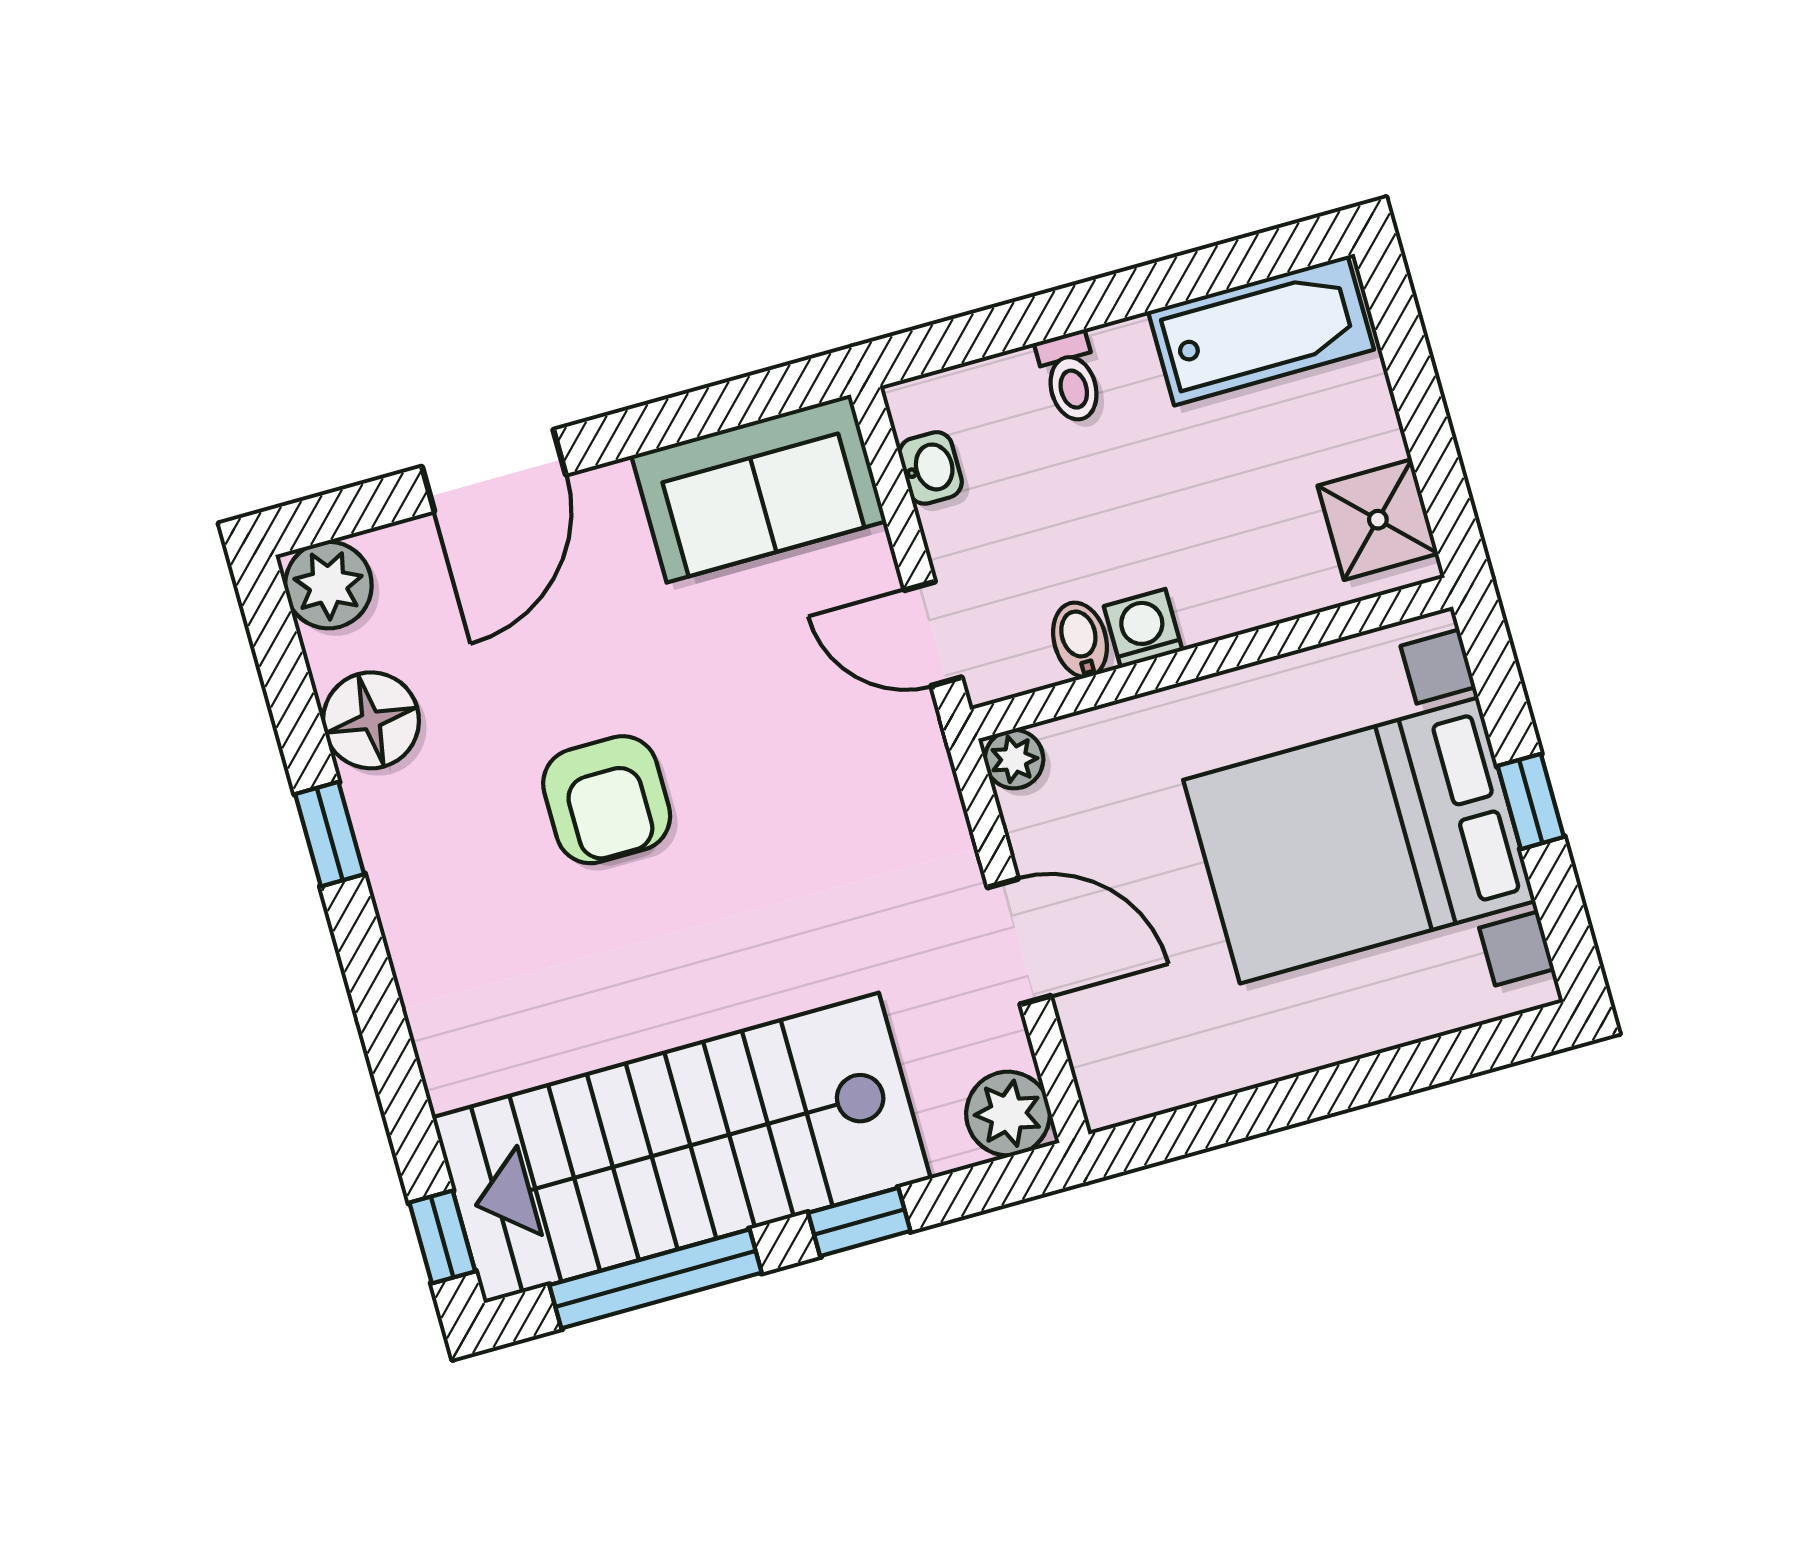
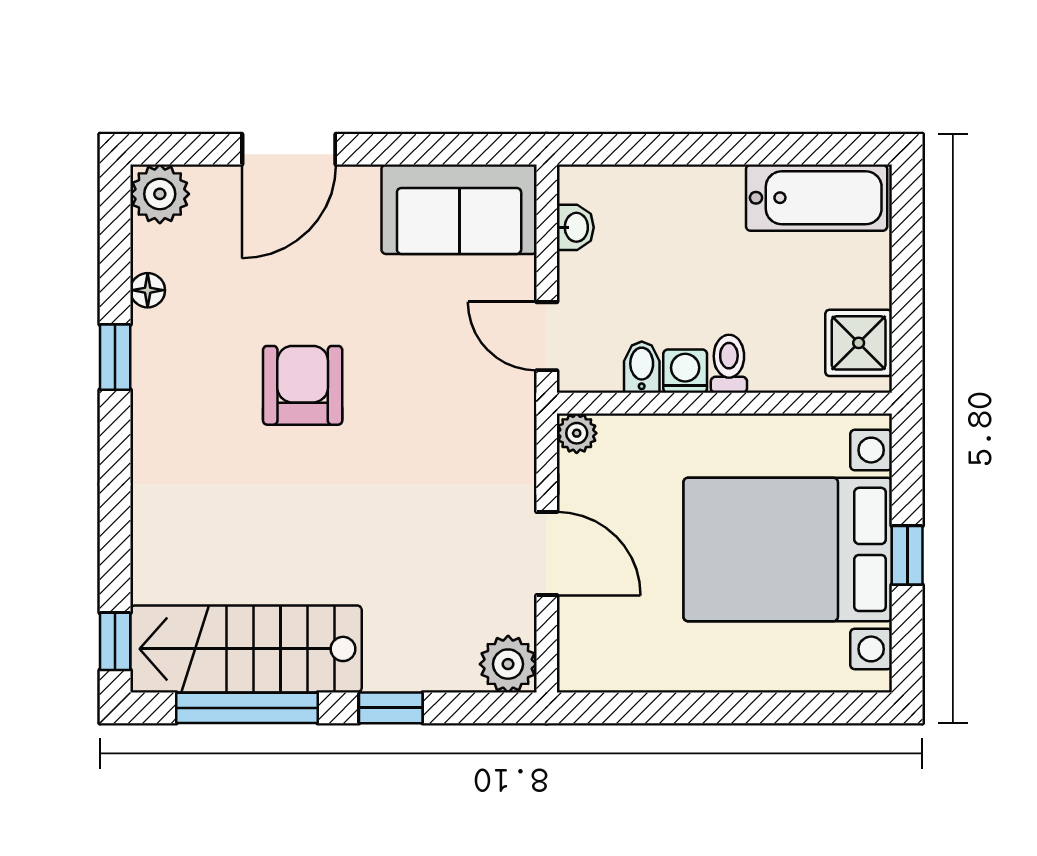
toilet: (1071, 377) -> (729, 364), moved, turned 180
floor lamp: (371, 720) -> (148, 290), width x0.53, depth x0.53
armchair: (607, 800) -> (303, 385), turned 180
stairs: (681, 1148) -> (246, 649), width x0.73, depth x0.66

